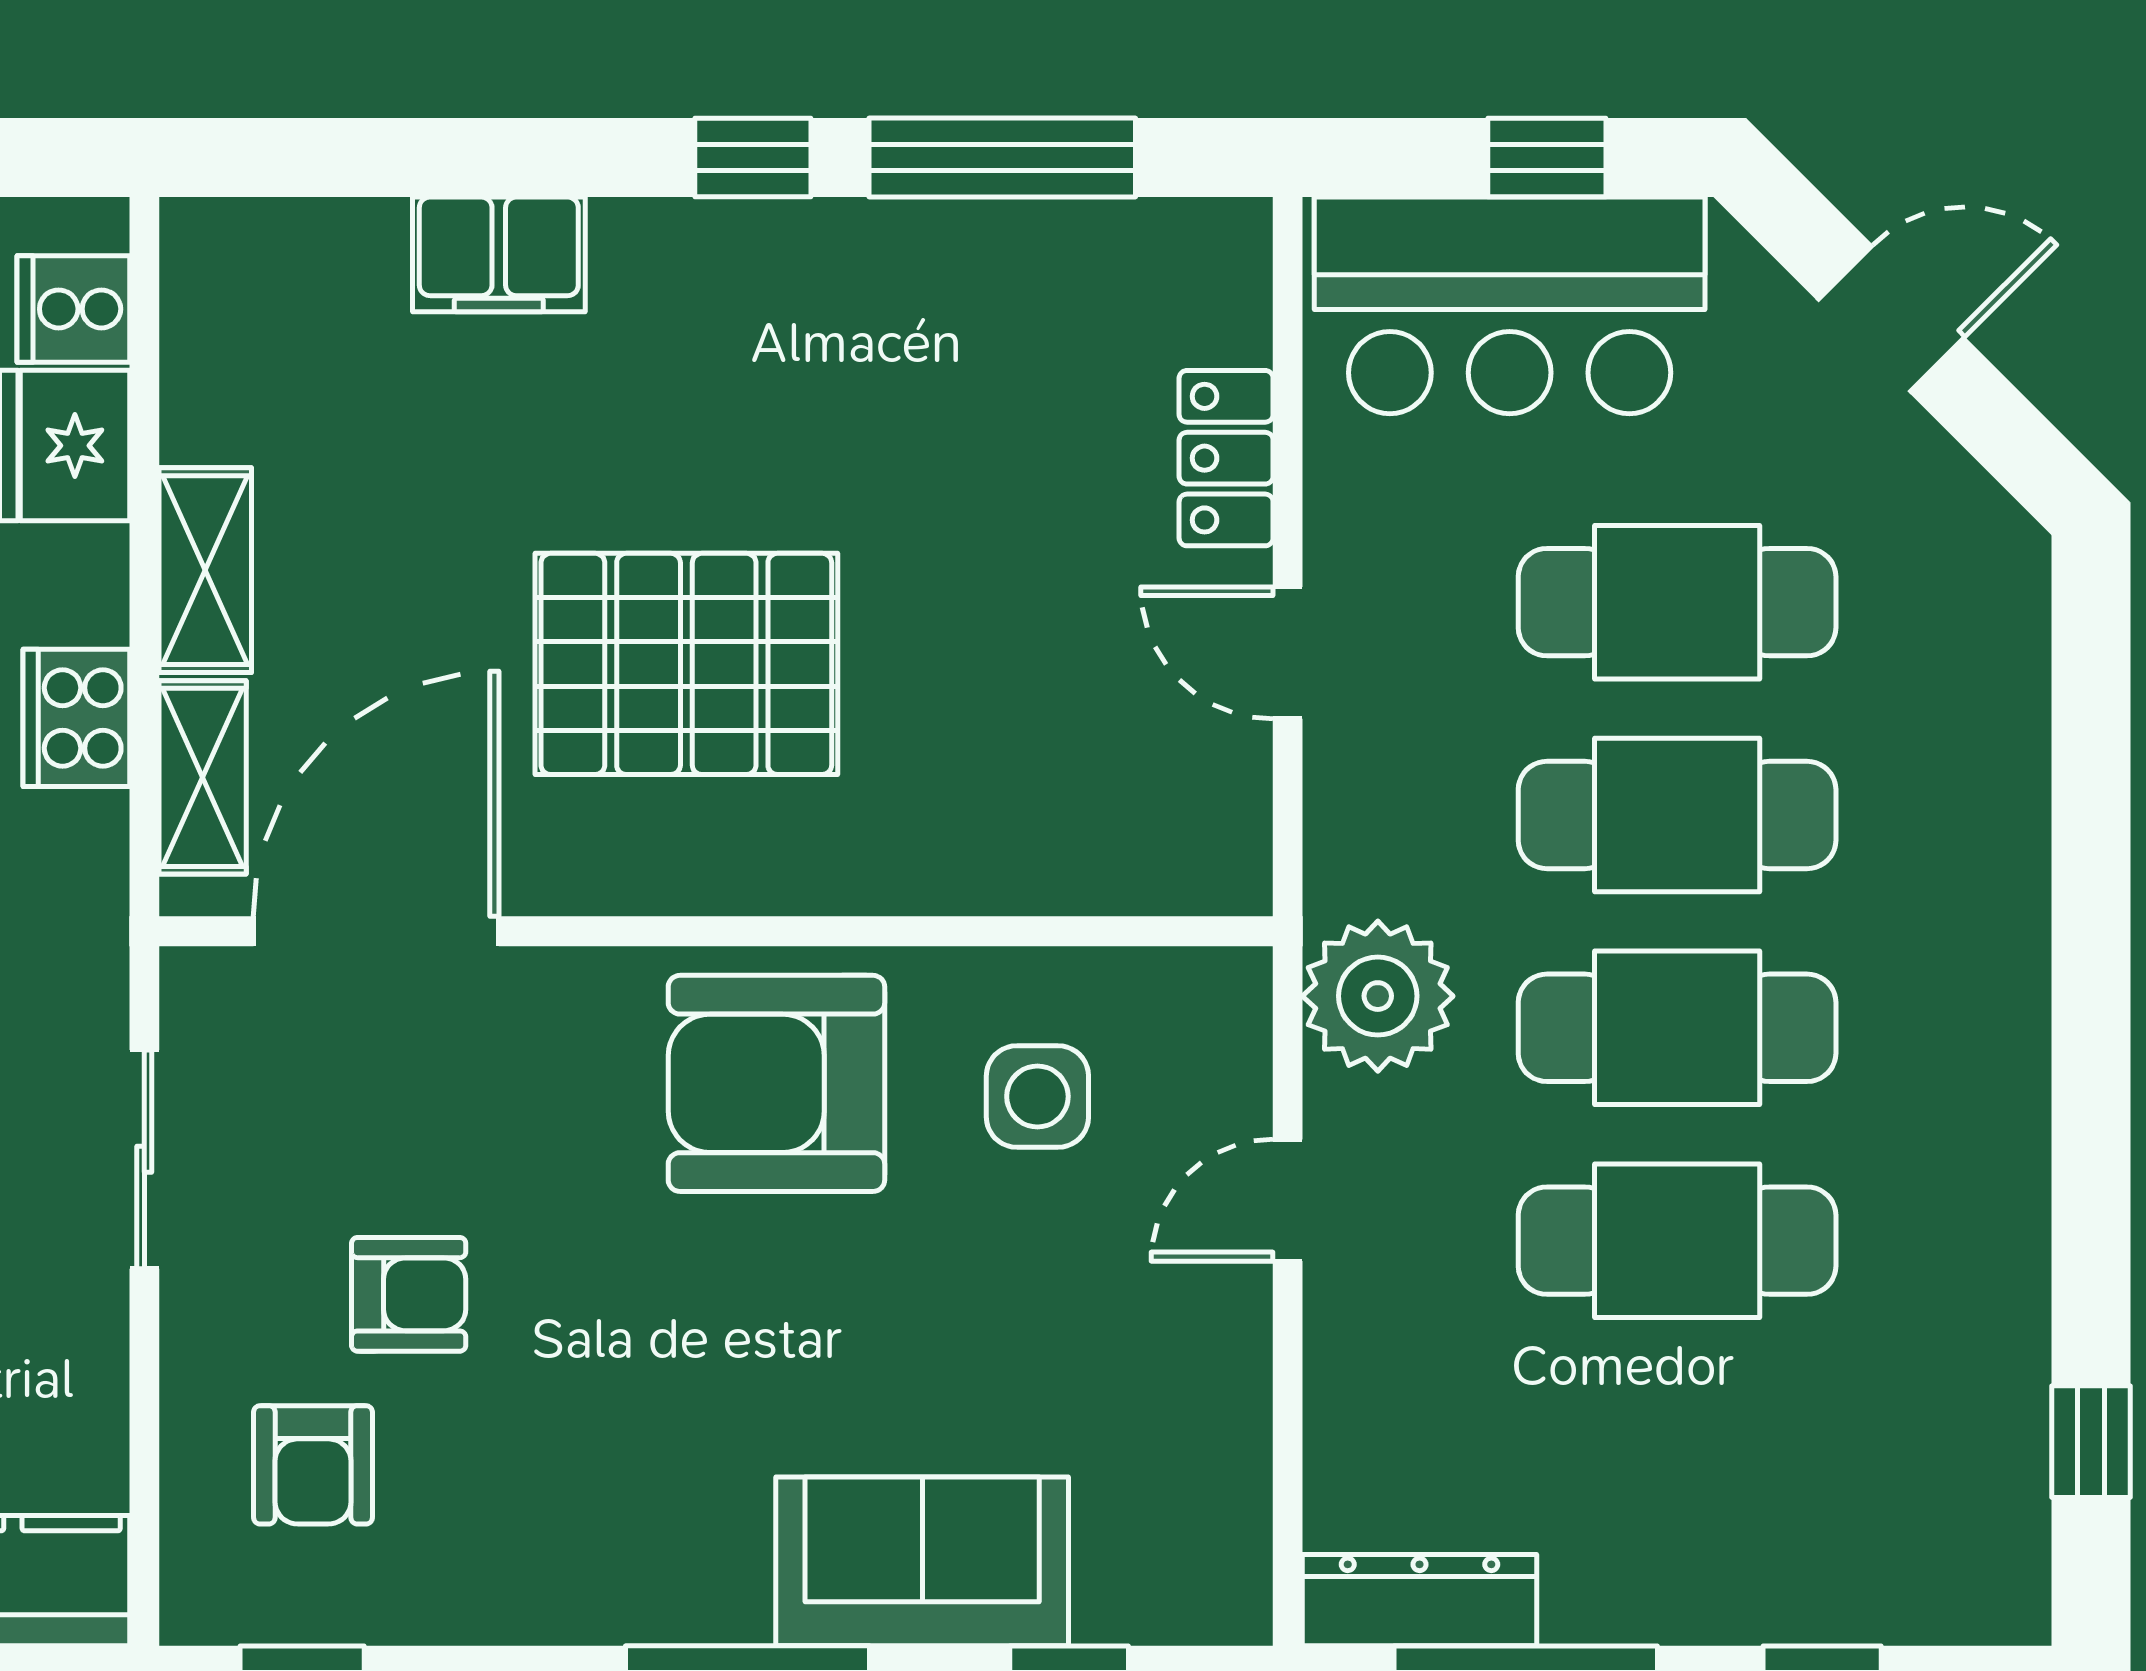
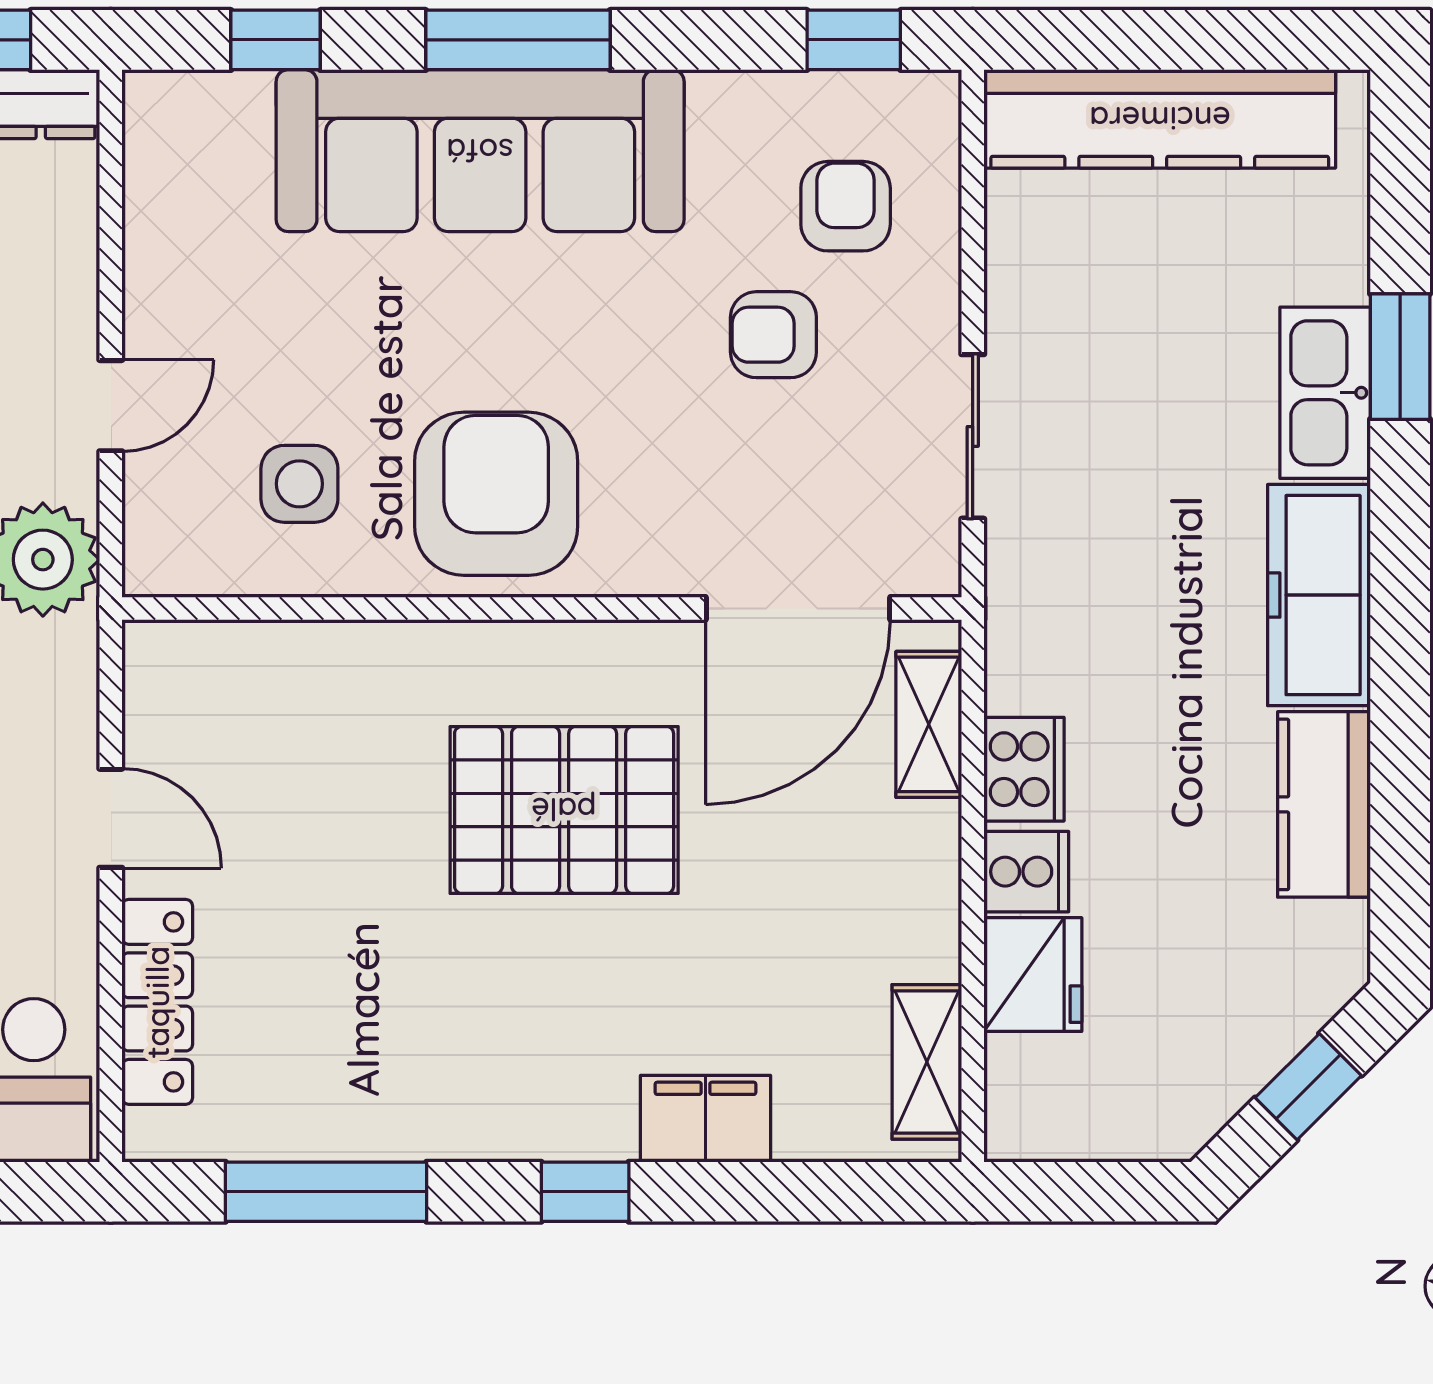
window: (753, 157) -> (585, 1192), moved
cooker: (73, 309) -> (1026, 872), moved
locker: (1226, 458) -> (157, 1002), width x1.53
shelving: (205, 570) -> (927, 1062), moved
armchair: (776, 1083) -> (496, 494), turned -90
sofa: (922, 1561) -> (480, 151), width x1.85, depth x1.27

